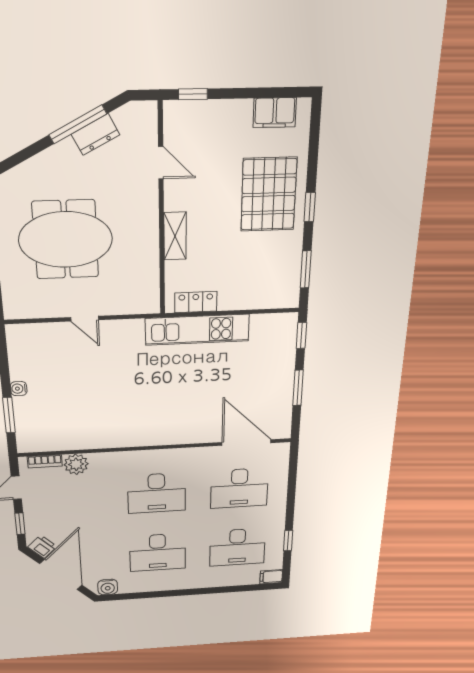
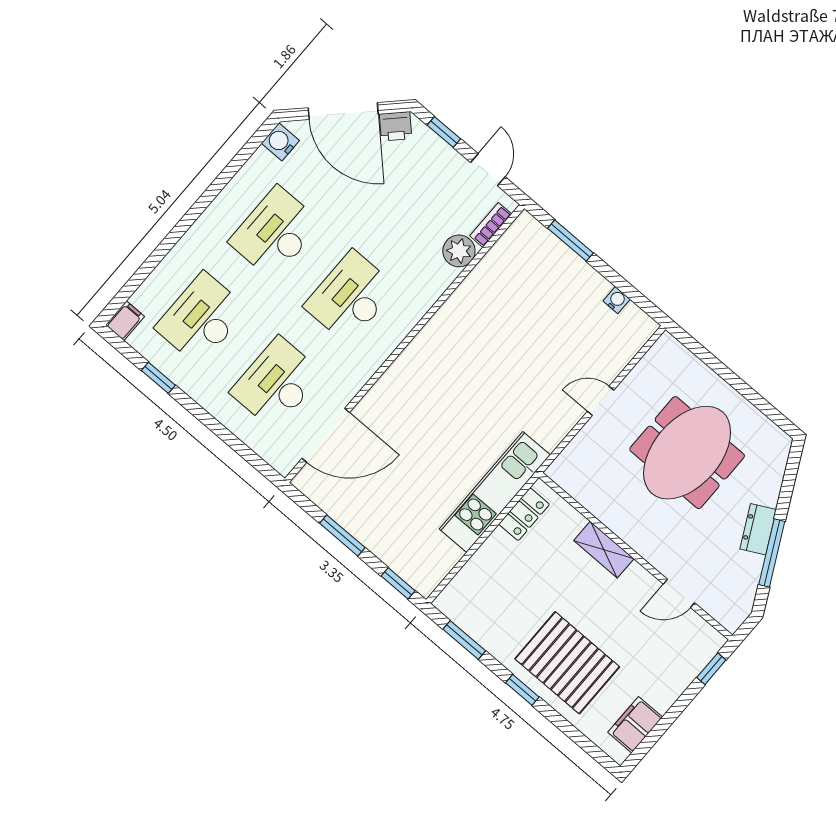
dresser: (95, 135) -> (758, 529), moved
water cooler: (19, 389) -> (617, 300), moved

